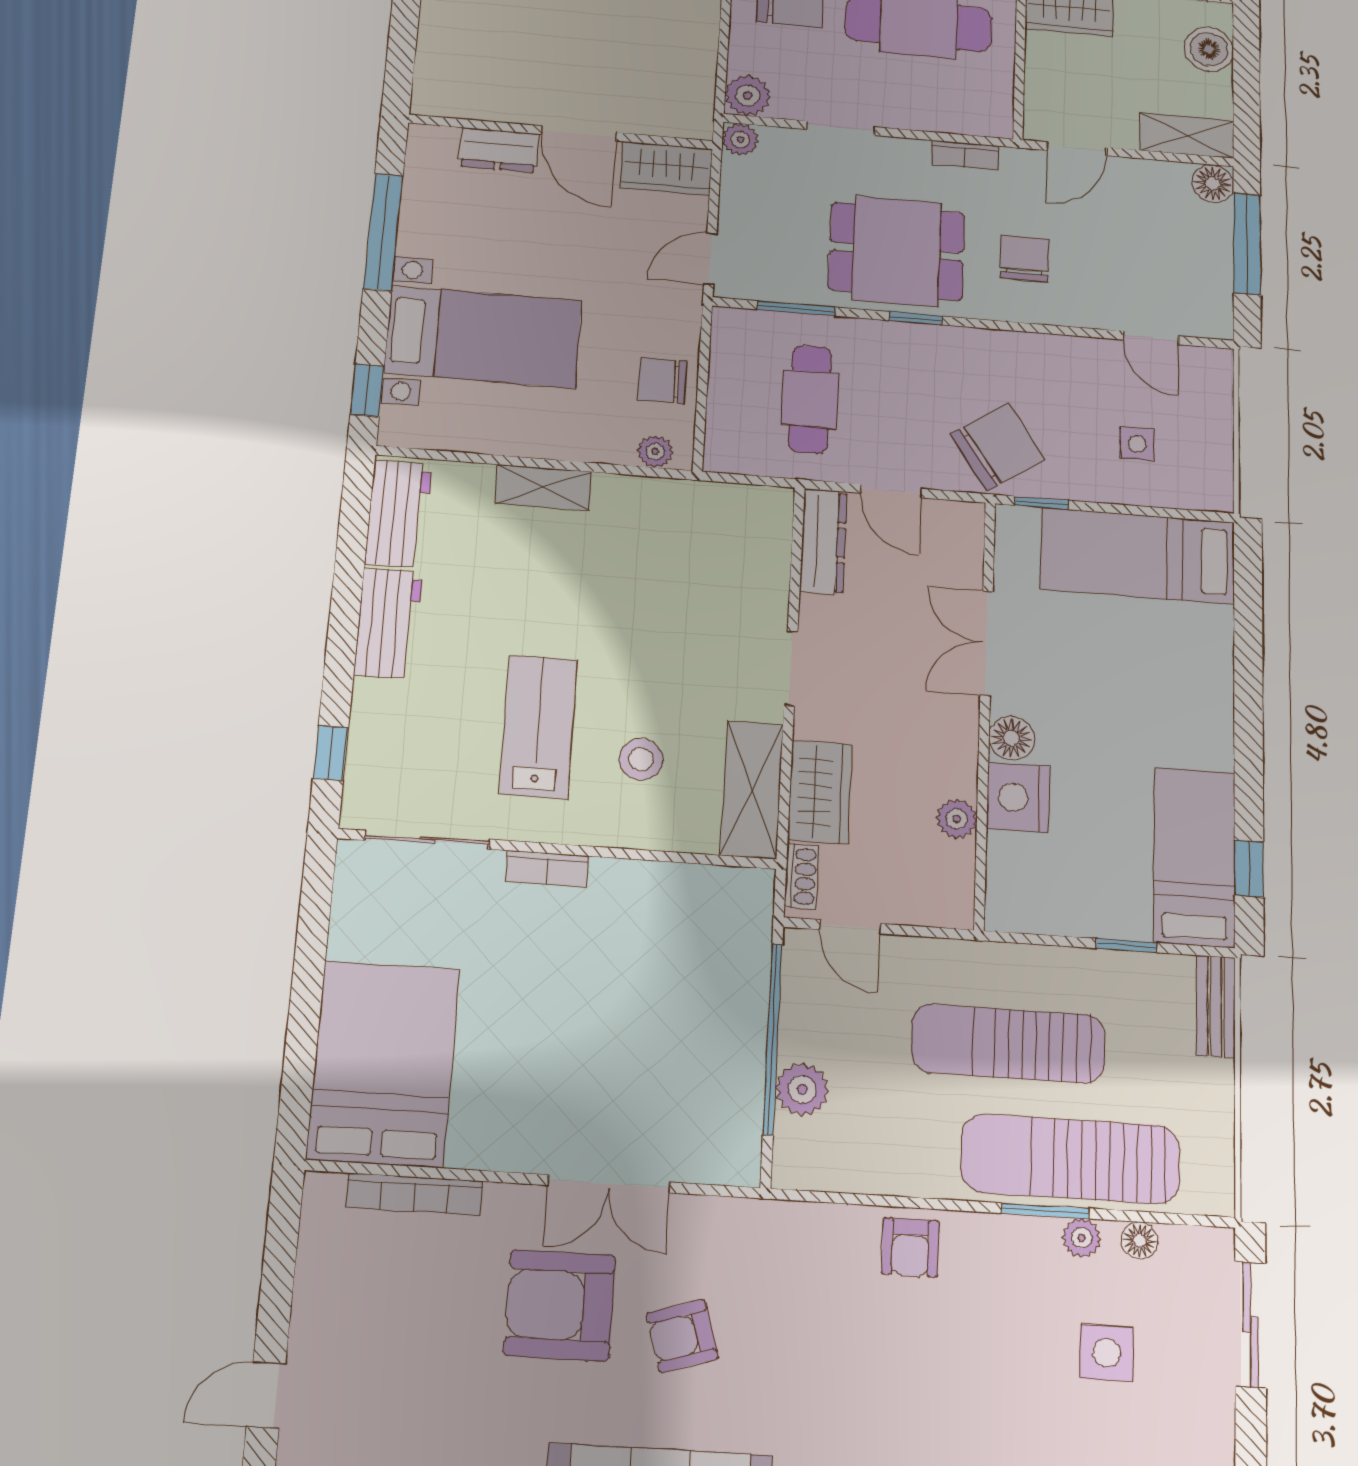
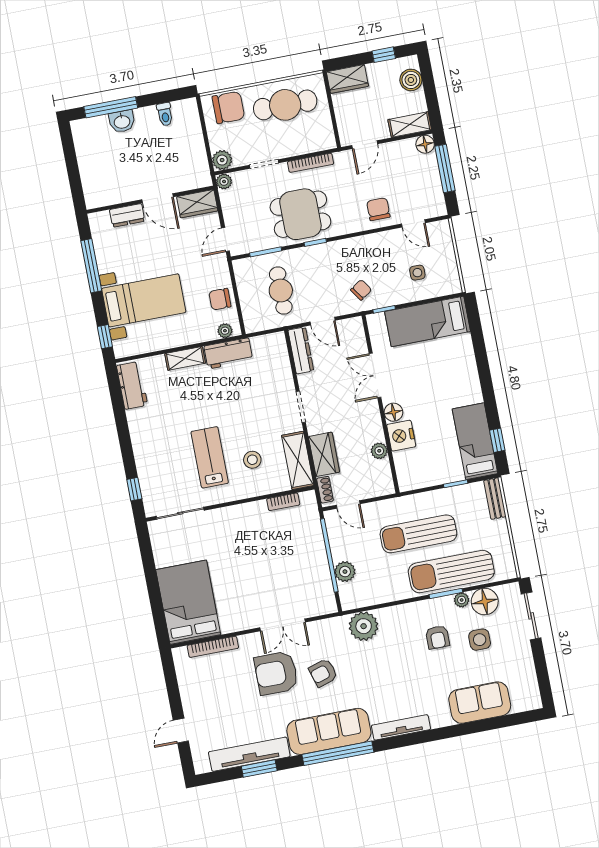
bookcase: (965, 155) -> (311, 163), width x1.56
chair: (1025, 258) -> (378, 209), moved
chair: (998, 447) -> (361, 290), width x0.54, depth x0.54
workbench: (388, 623) -> (228, 353), moved, turned 90
bookcase: (547, 869) -> (283, 502), moved
floor lamp: (1140, 1240) -> (485, 602), width x1.89, depth x1.89
plant: (816, 1241) -> (364, 626), added
armchair: (910, 1247) -> (438, 637), moved

